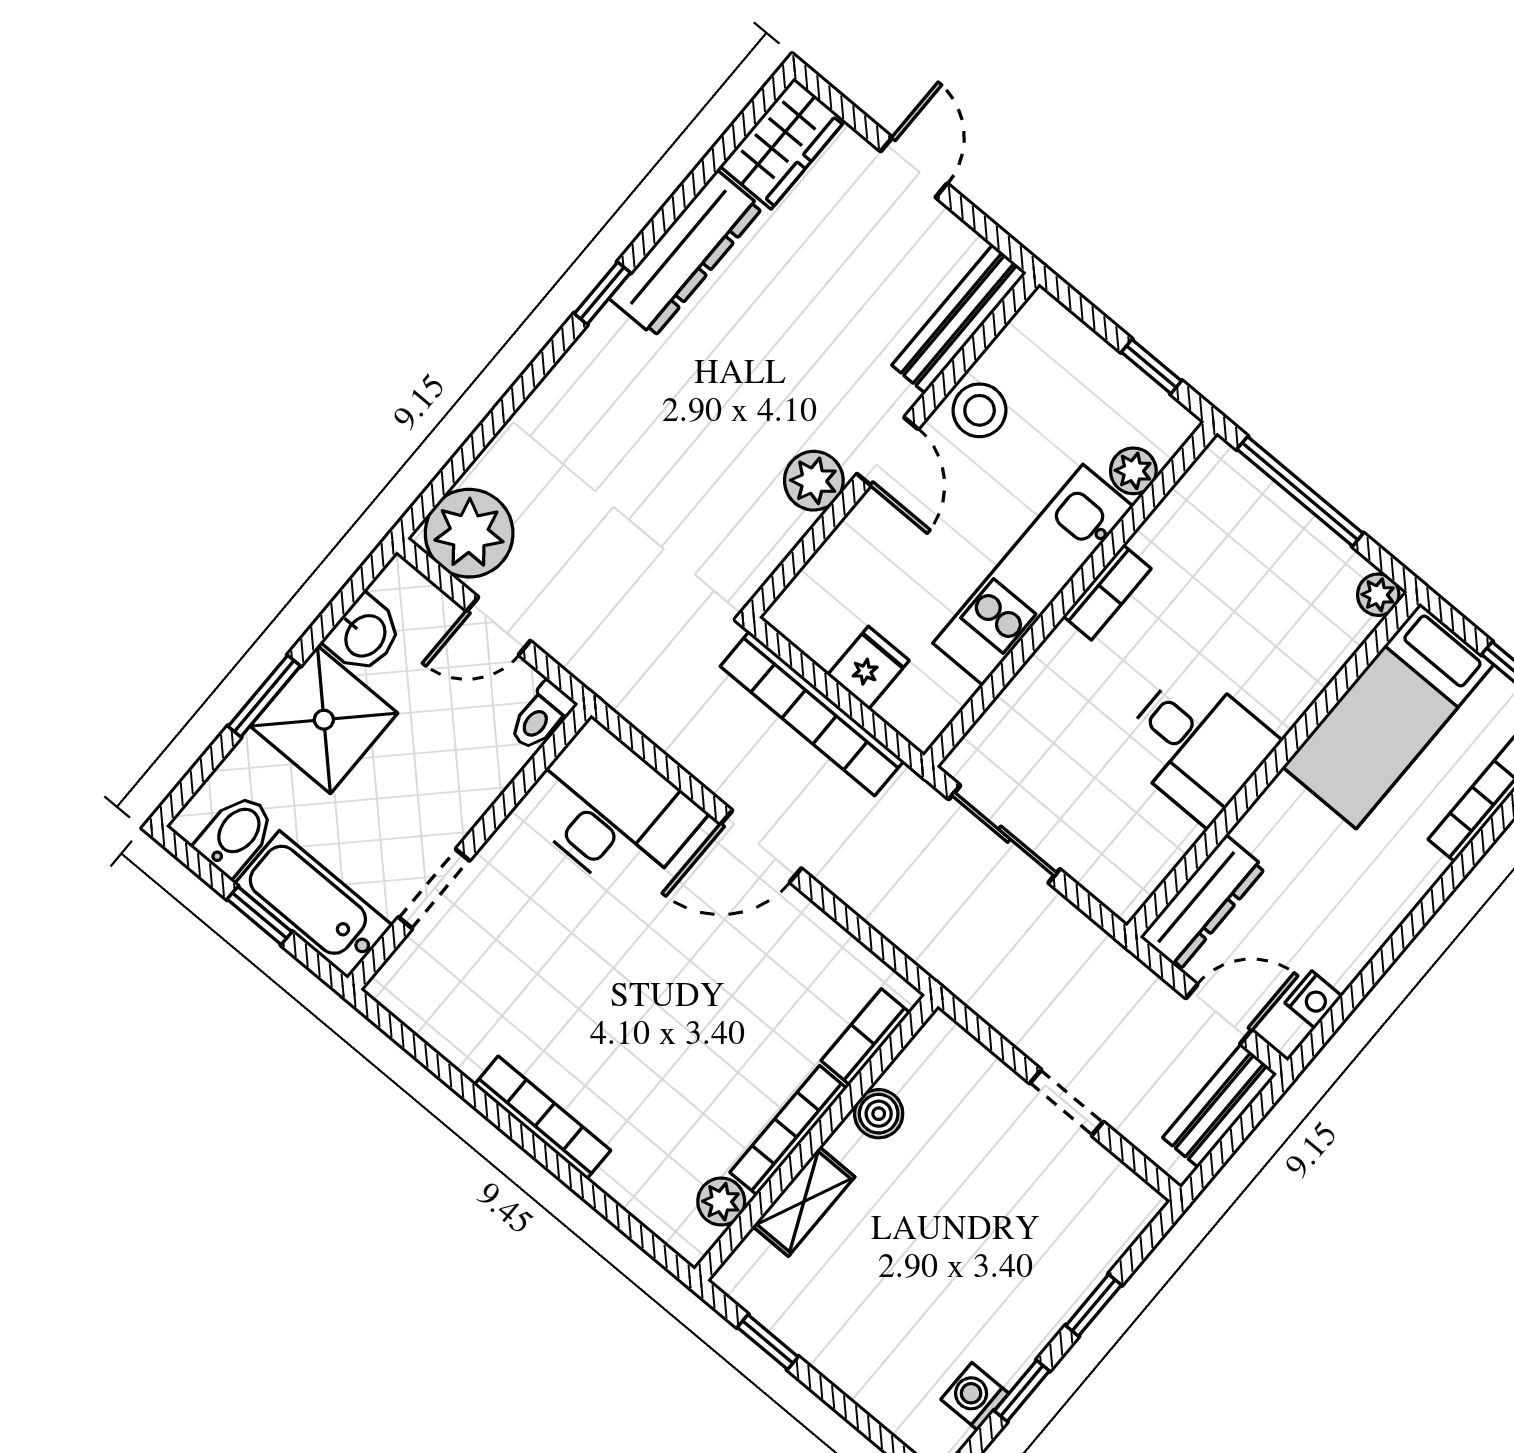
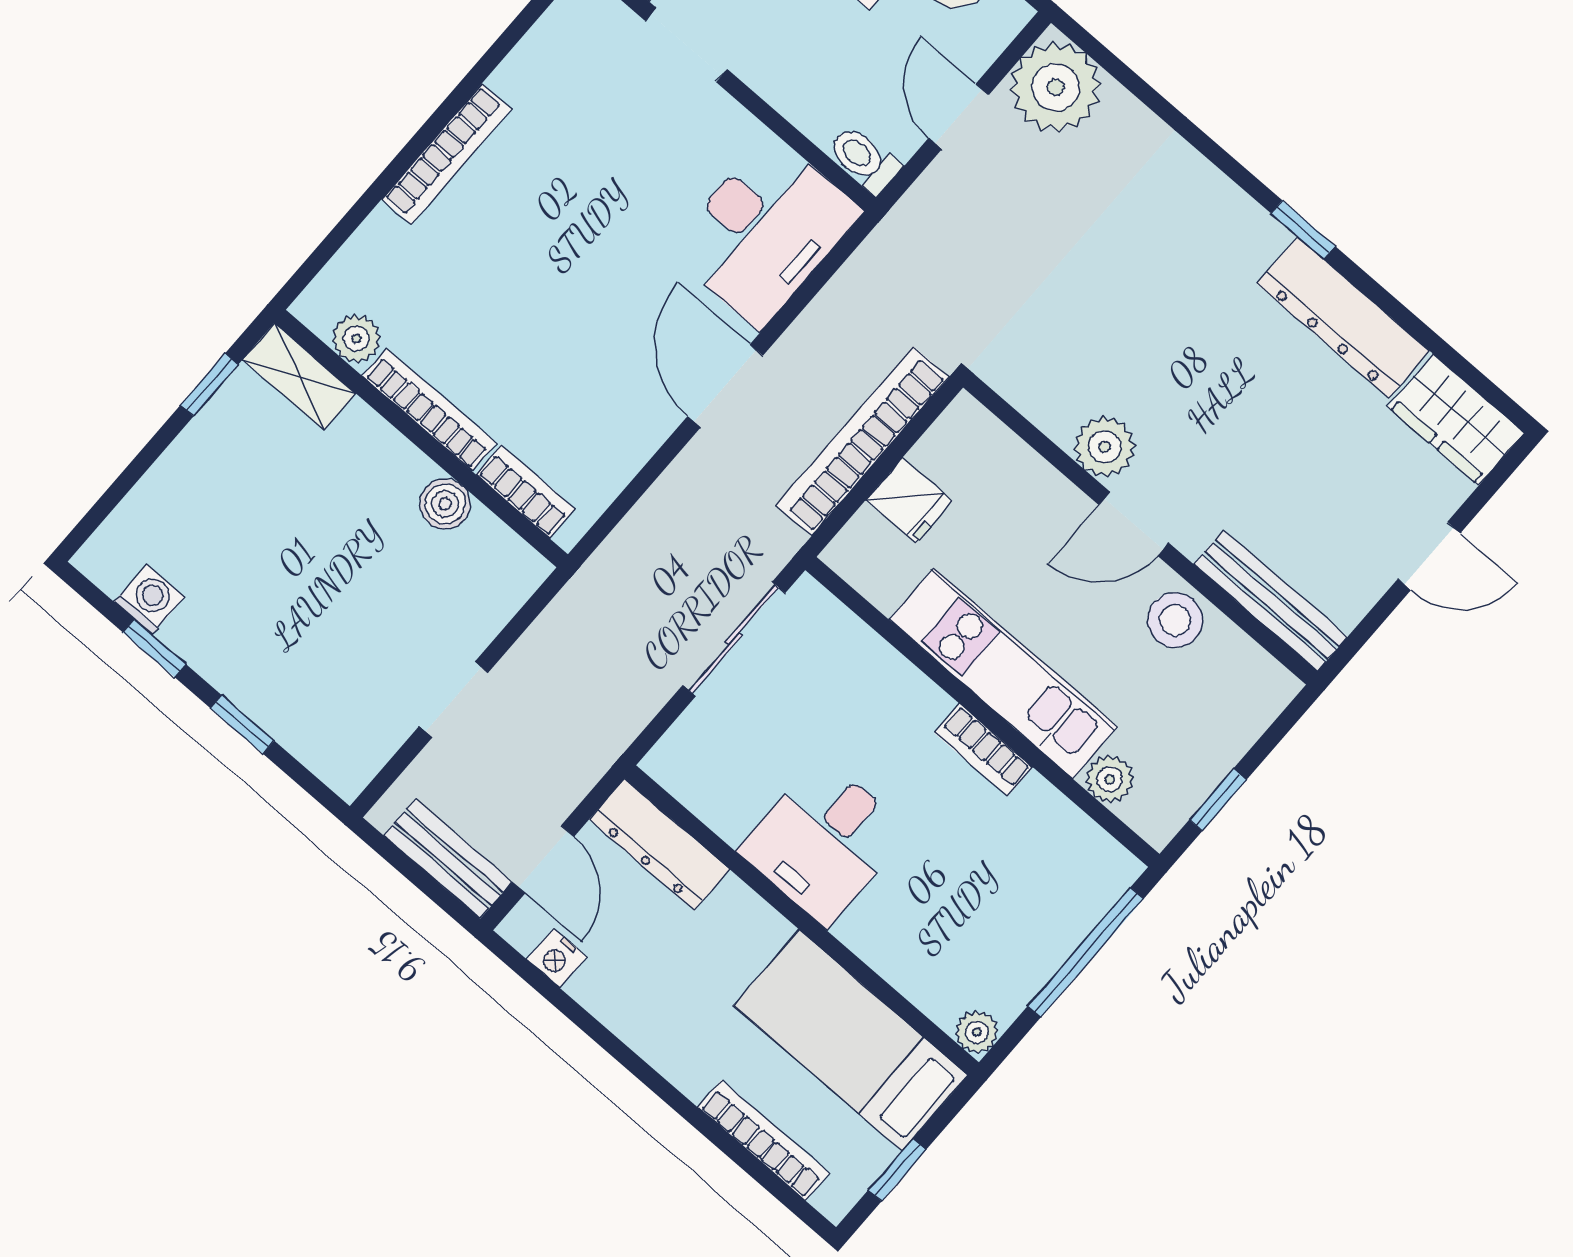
shelving: (804, 1202) -> (299, 376), moved

